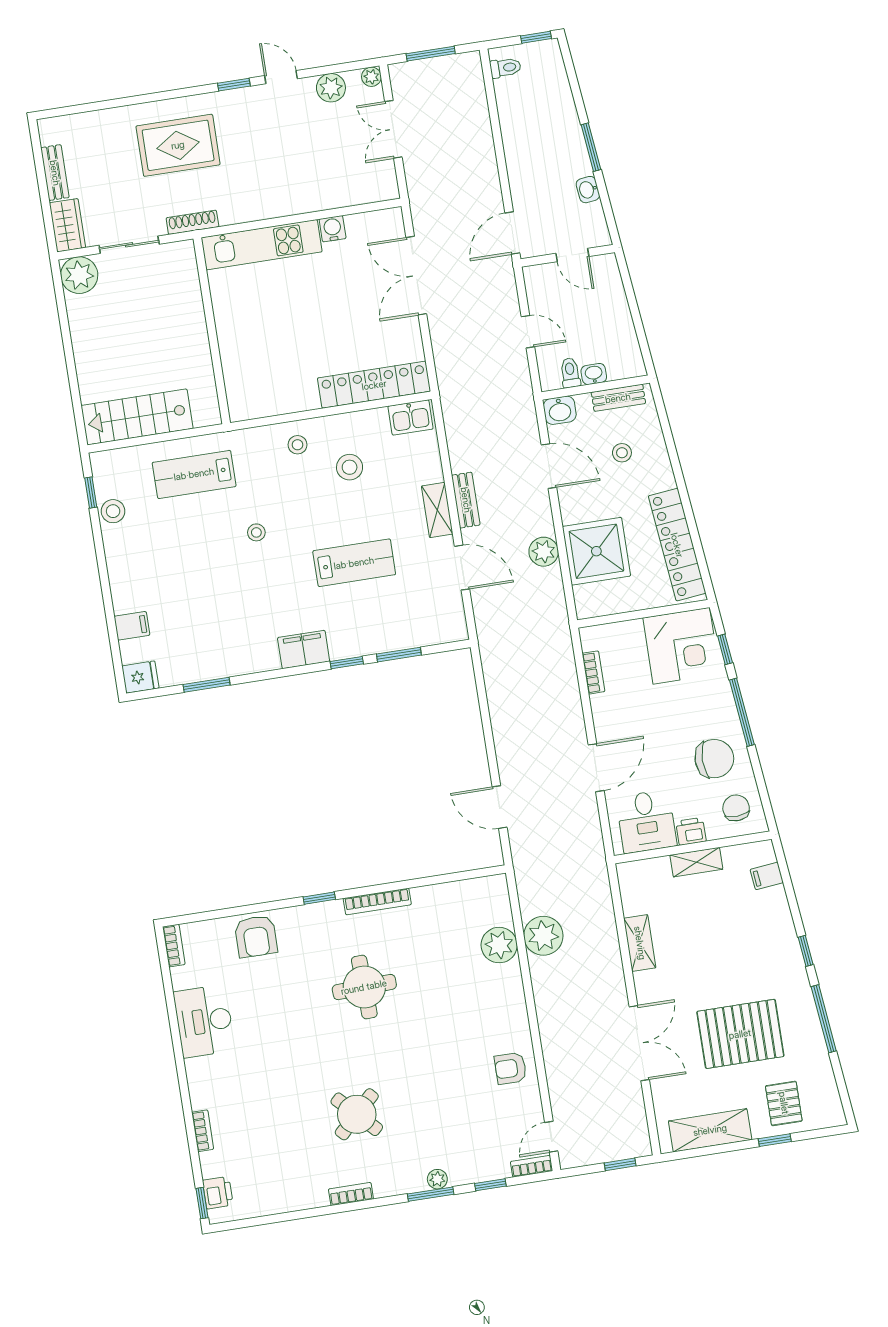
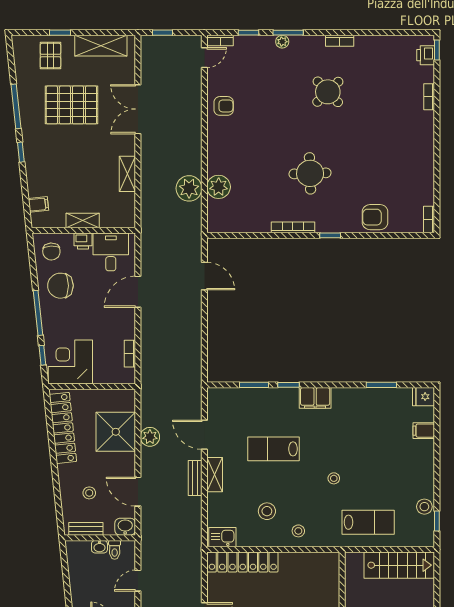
door: (528, 332) -> (138, 581), hinge flipped
armchair: (256, 936) -> (375, 217), turned -90
desk: (204, 1021) -> (417, 167), removed

